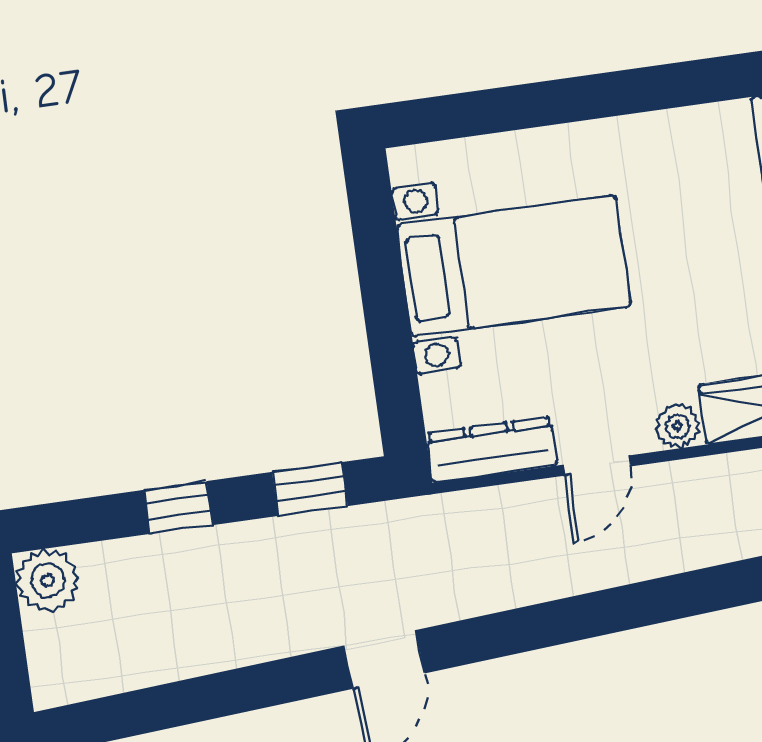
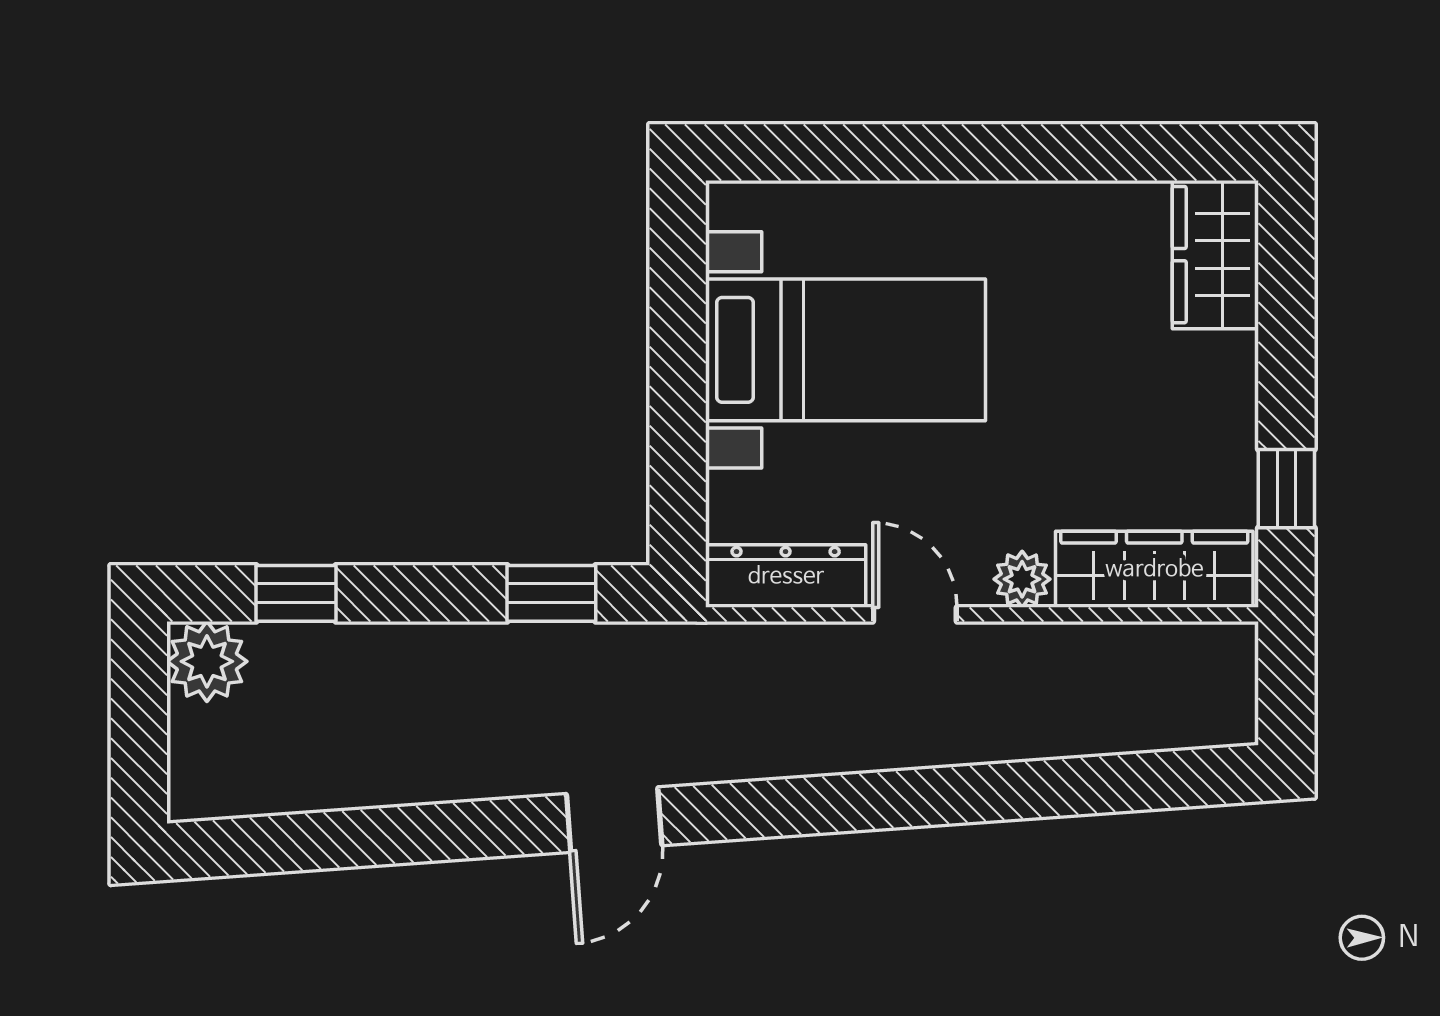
door: (597, 465) -> (915, 614), swing flipped
window: (178, 508) -> (296, 593), moved

